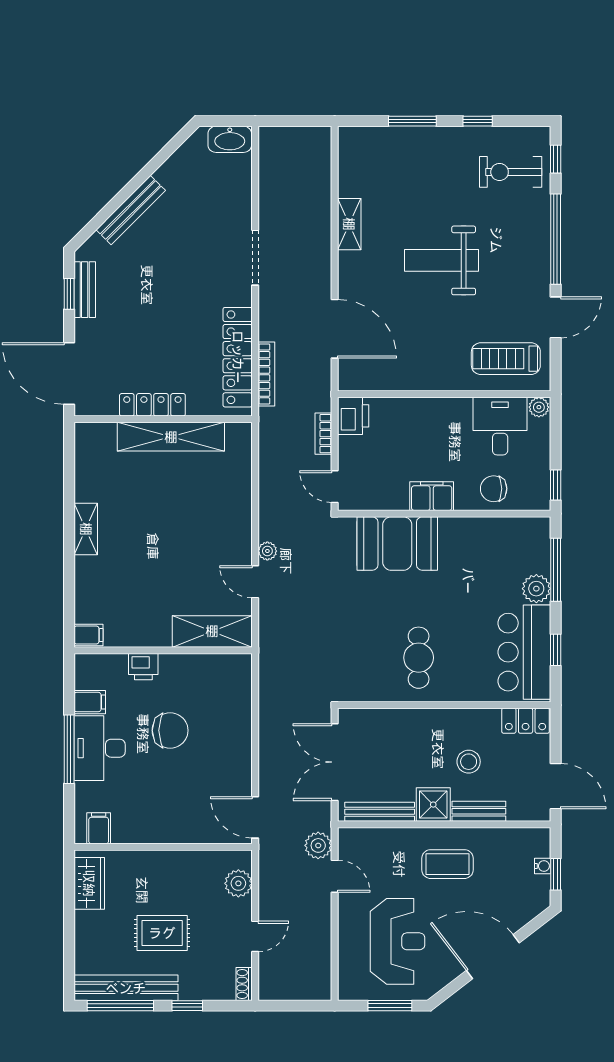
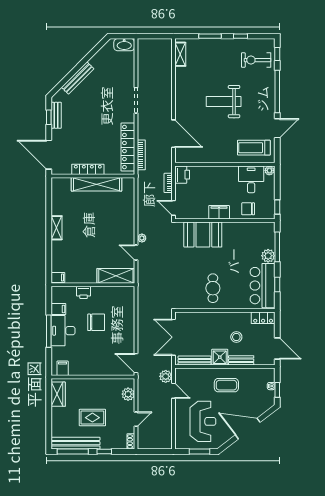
shelving: (349, 224) -> (180, 54), moved

